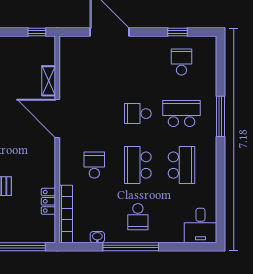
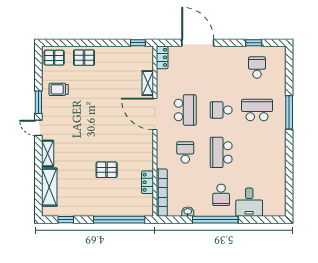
locker: (66, 50) -> (162, 57), added
school desk: (181, 165) -> (185, 110), moved
desk: (201, 225) -> (249, 202), moved

